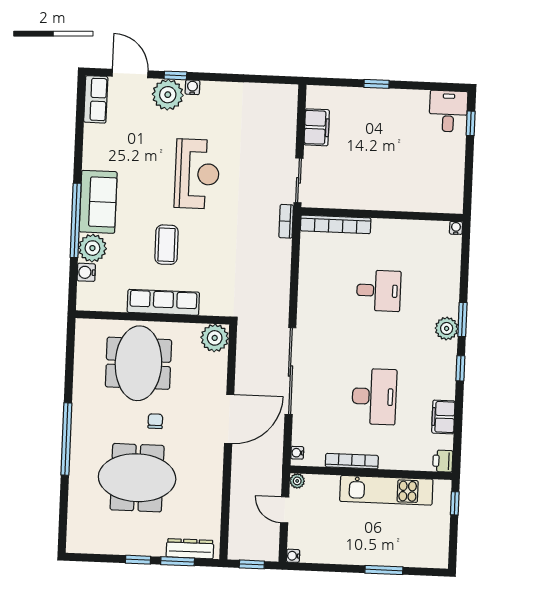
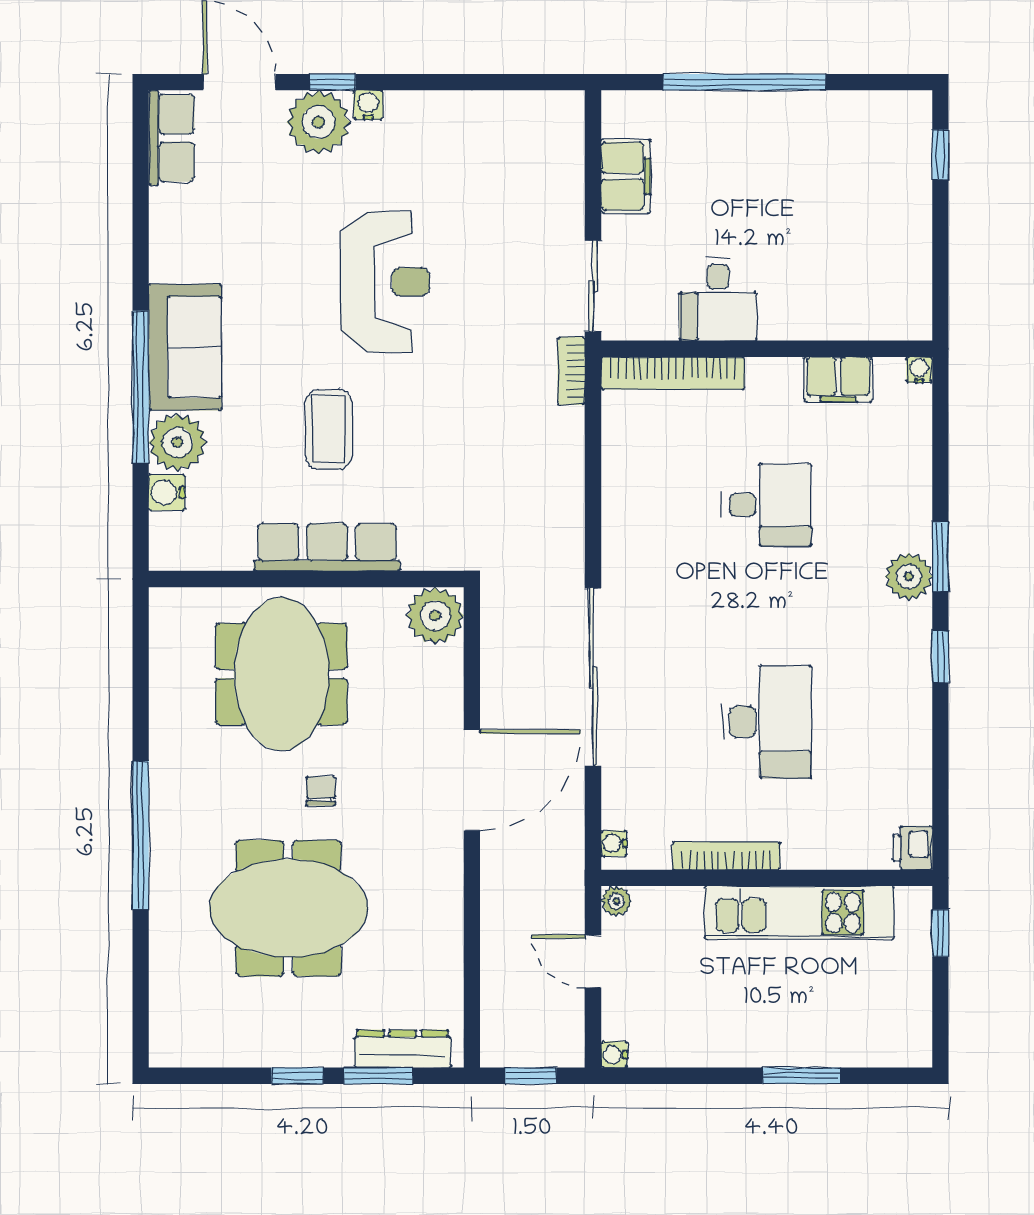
window: (377, 84) -> (744, 82), width x3.17
desk: (448, 111) -> (718, 299), moved, turned 180
filing cabinet: (443, 417) -> (838, 379), moved, turned -90

